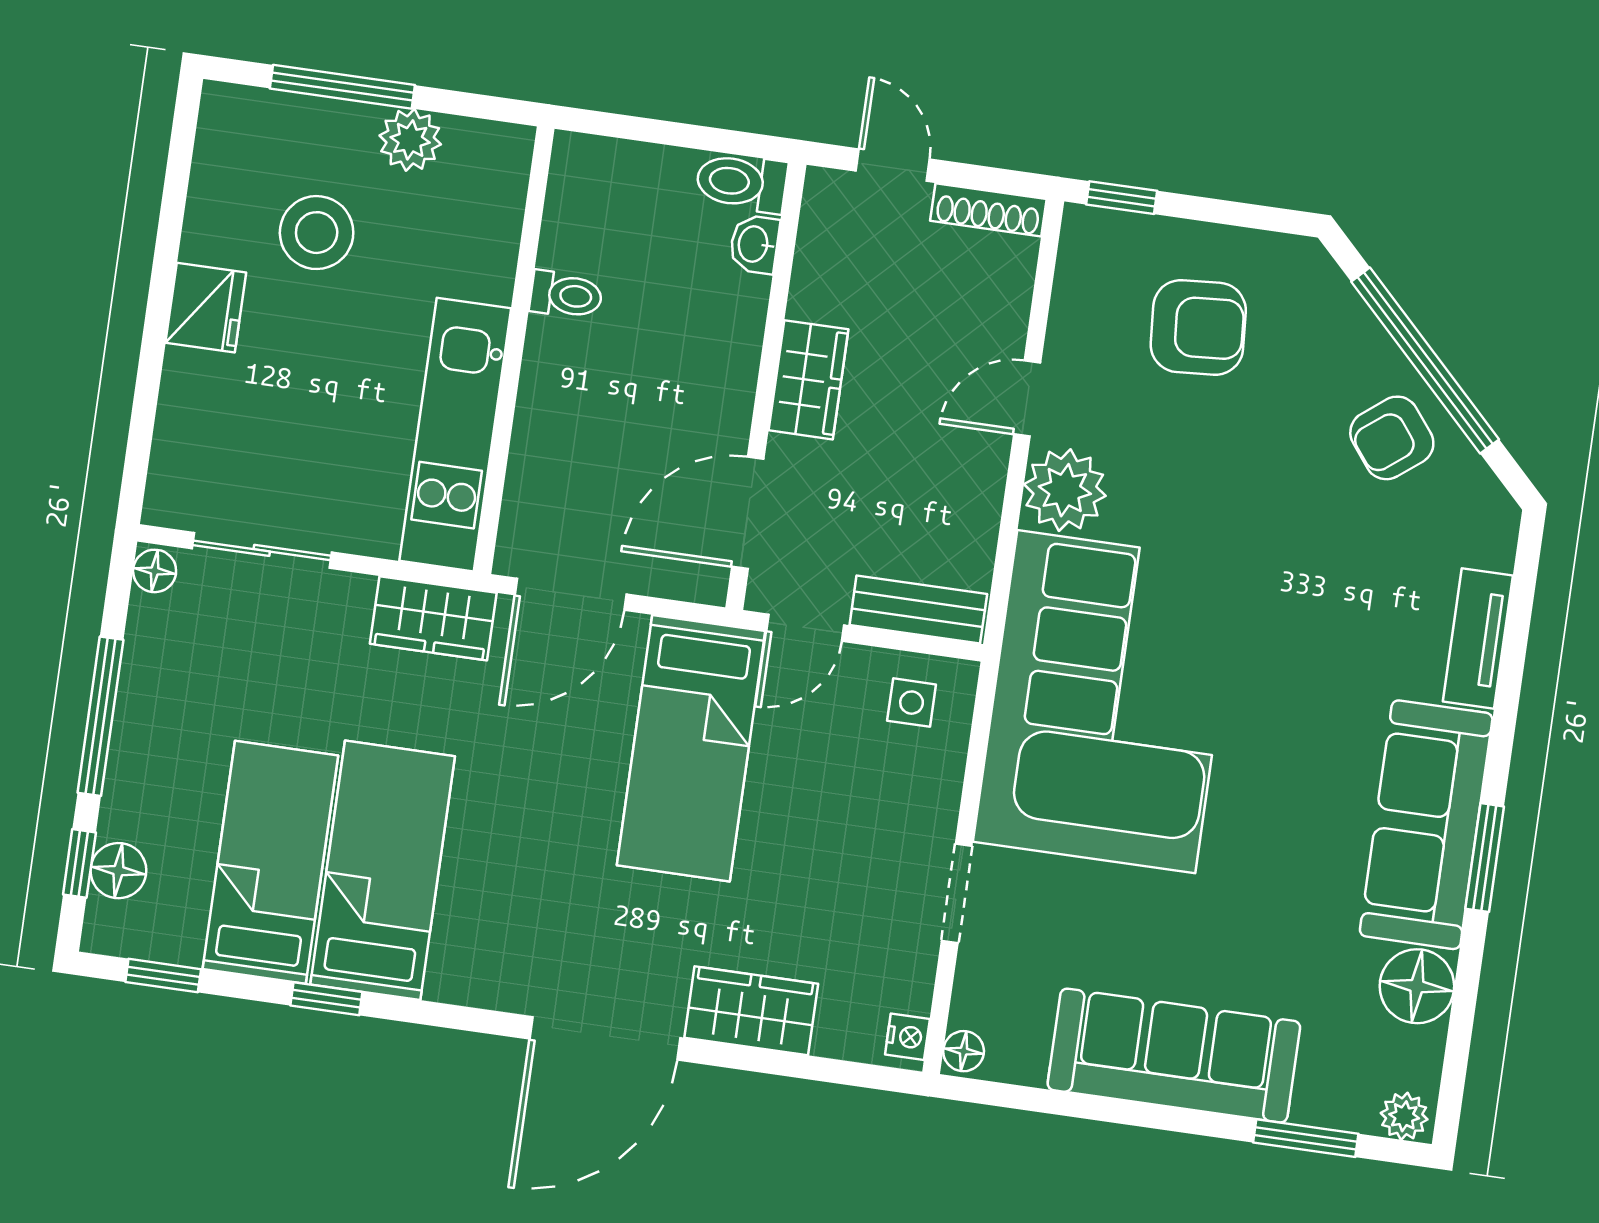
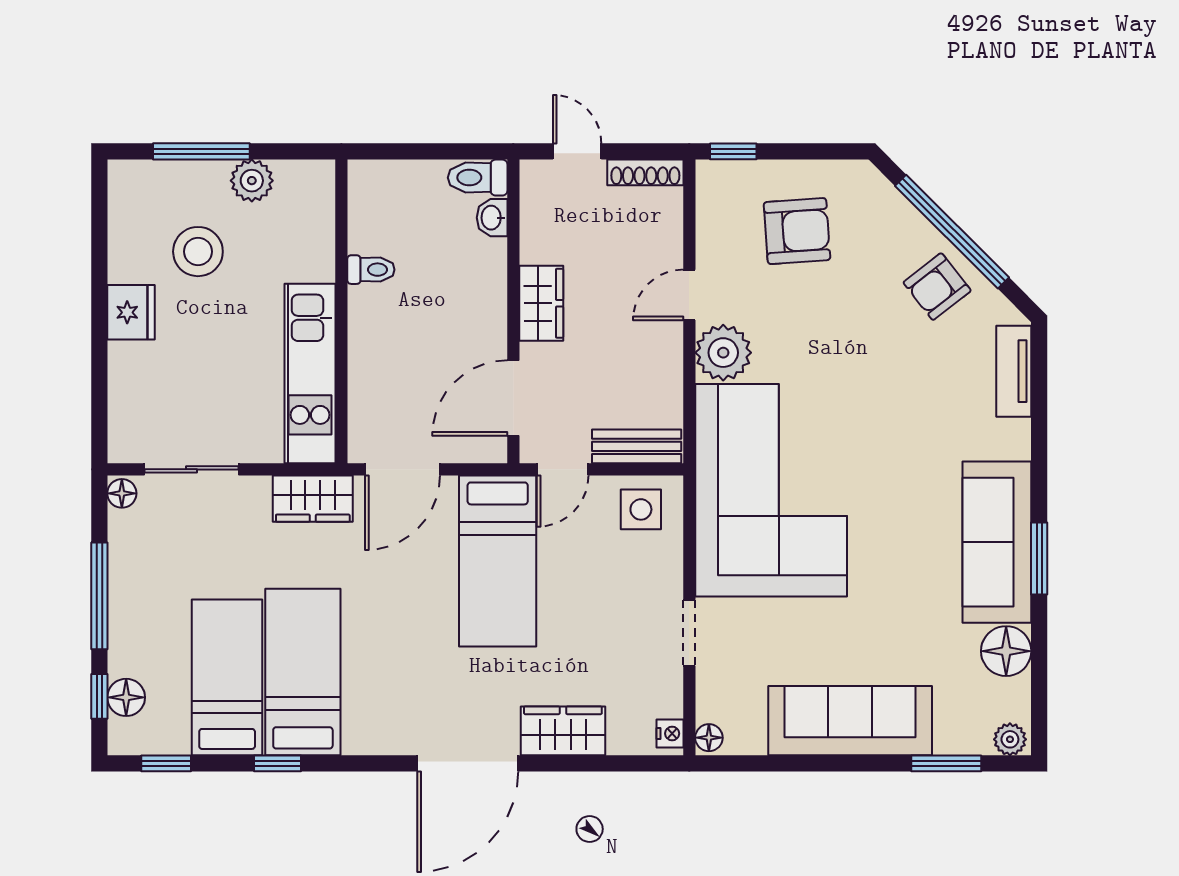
tv unit: (1478, 639) -> (1014, 371), moved
side table: (912, 703) -> (641, 509), width x1.37, depth x1.37

